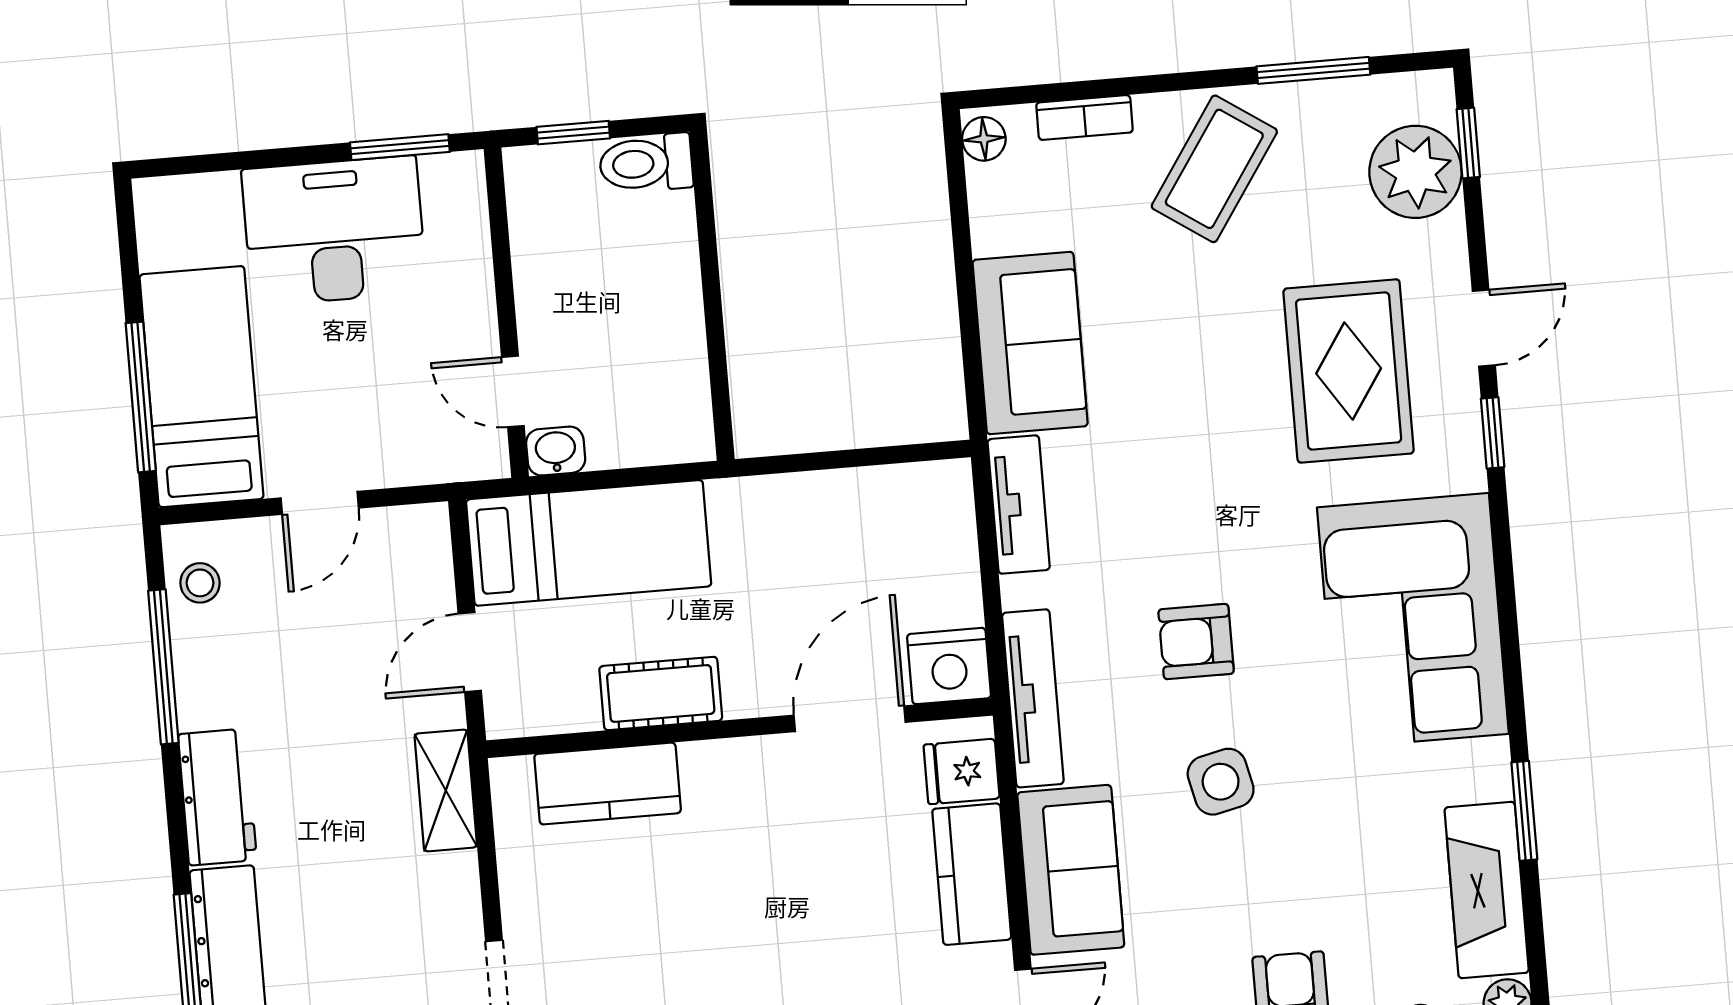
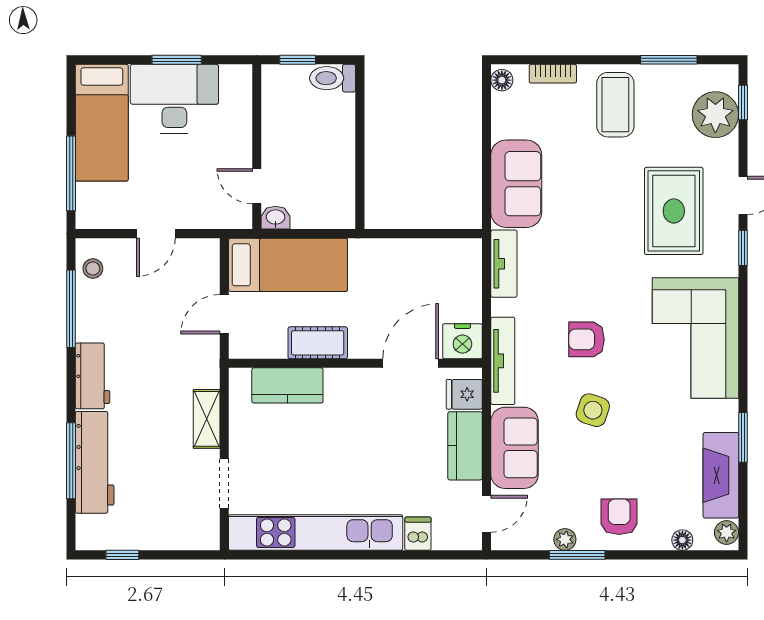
window: (400, 147) -> (177, 60), moved
coffee table: (1214, 169) -> (615, 105), turned -34
bed: (201, 387) -> (102, 123), moved, turned 180
side table: (1221, 782) -> (593, 410), turned 31
shelving: (446, 790) -> (207, 419), moved

